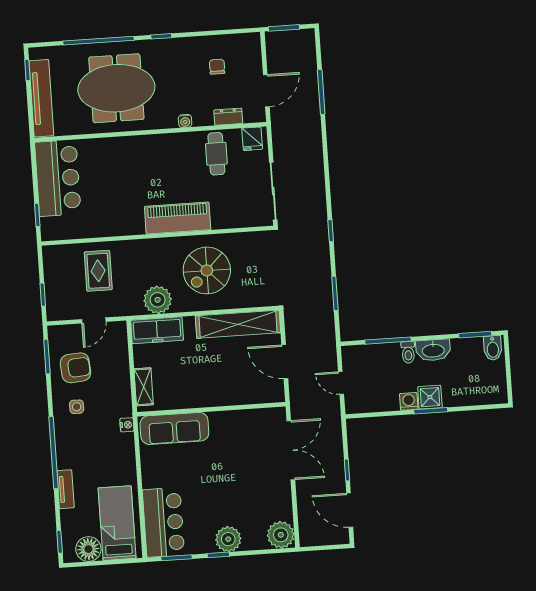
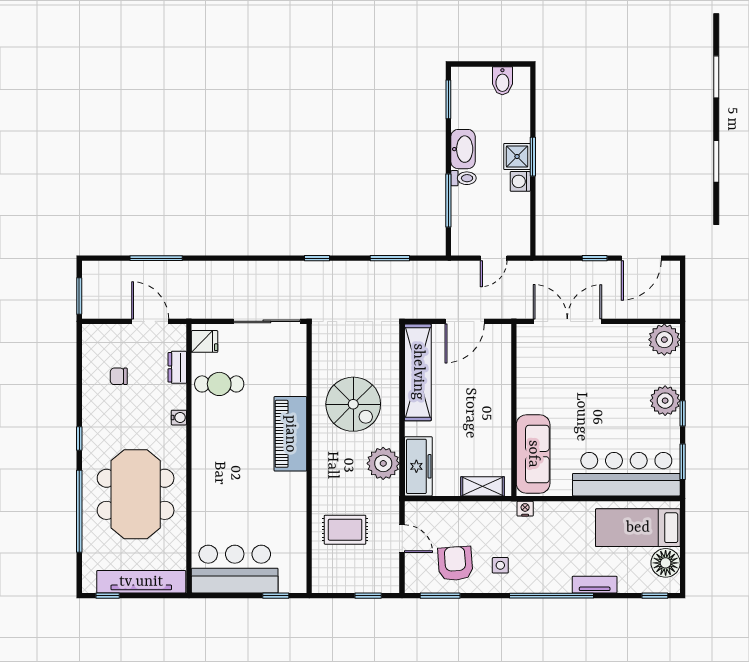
bidet: (493, 348) -> (502, 81), moved, turned 90
bar counter: (163, 522) -> (626, 474), width x1.36

